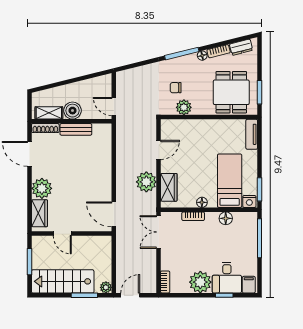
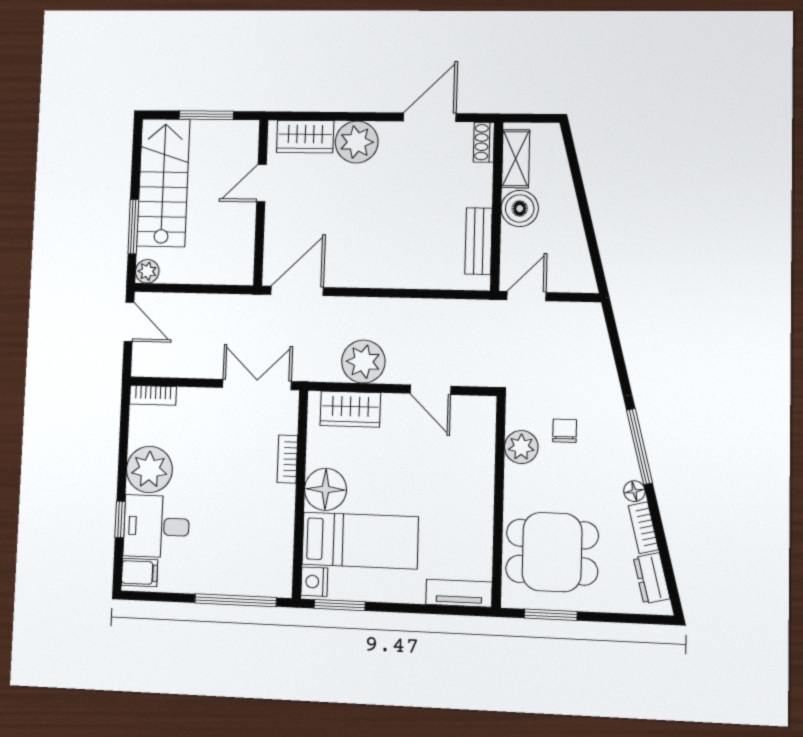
shoe rack: (45, 128) -> (484, 142), width x0.70
bench: (76, 129) -> (478, 241), moved
floor lamp: (202, 202) -> (325, 489), width x1.89, depth x1.89
floor lamp: (226, 218) -> (281, 529), removed

